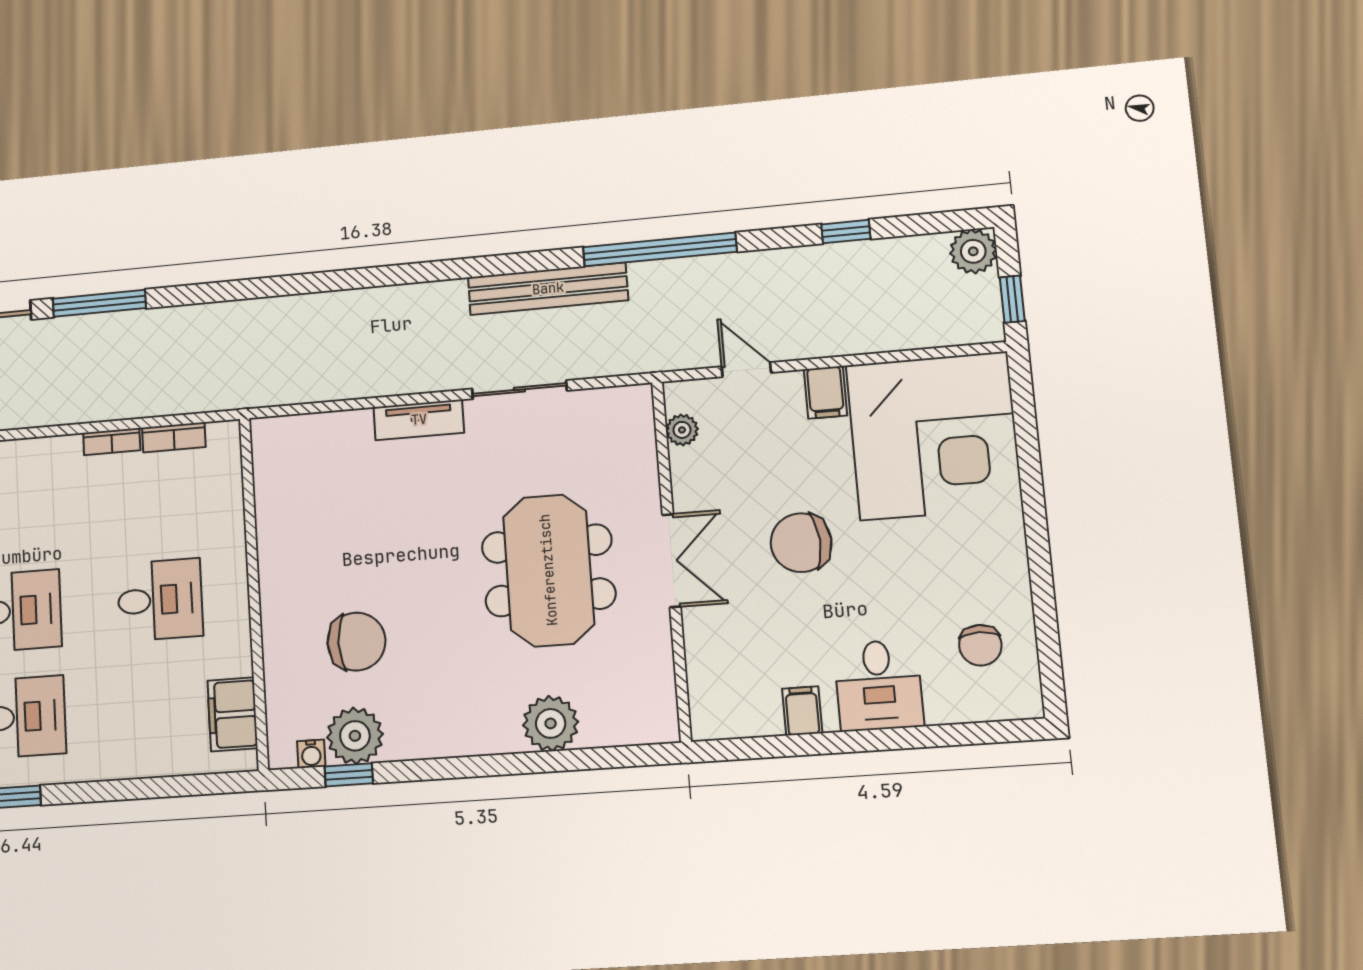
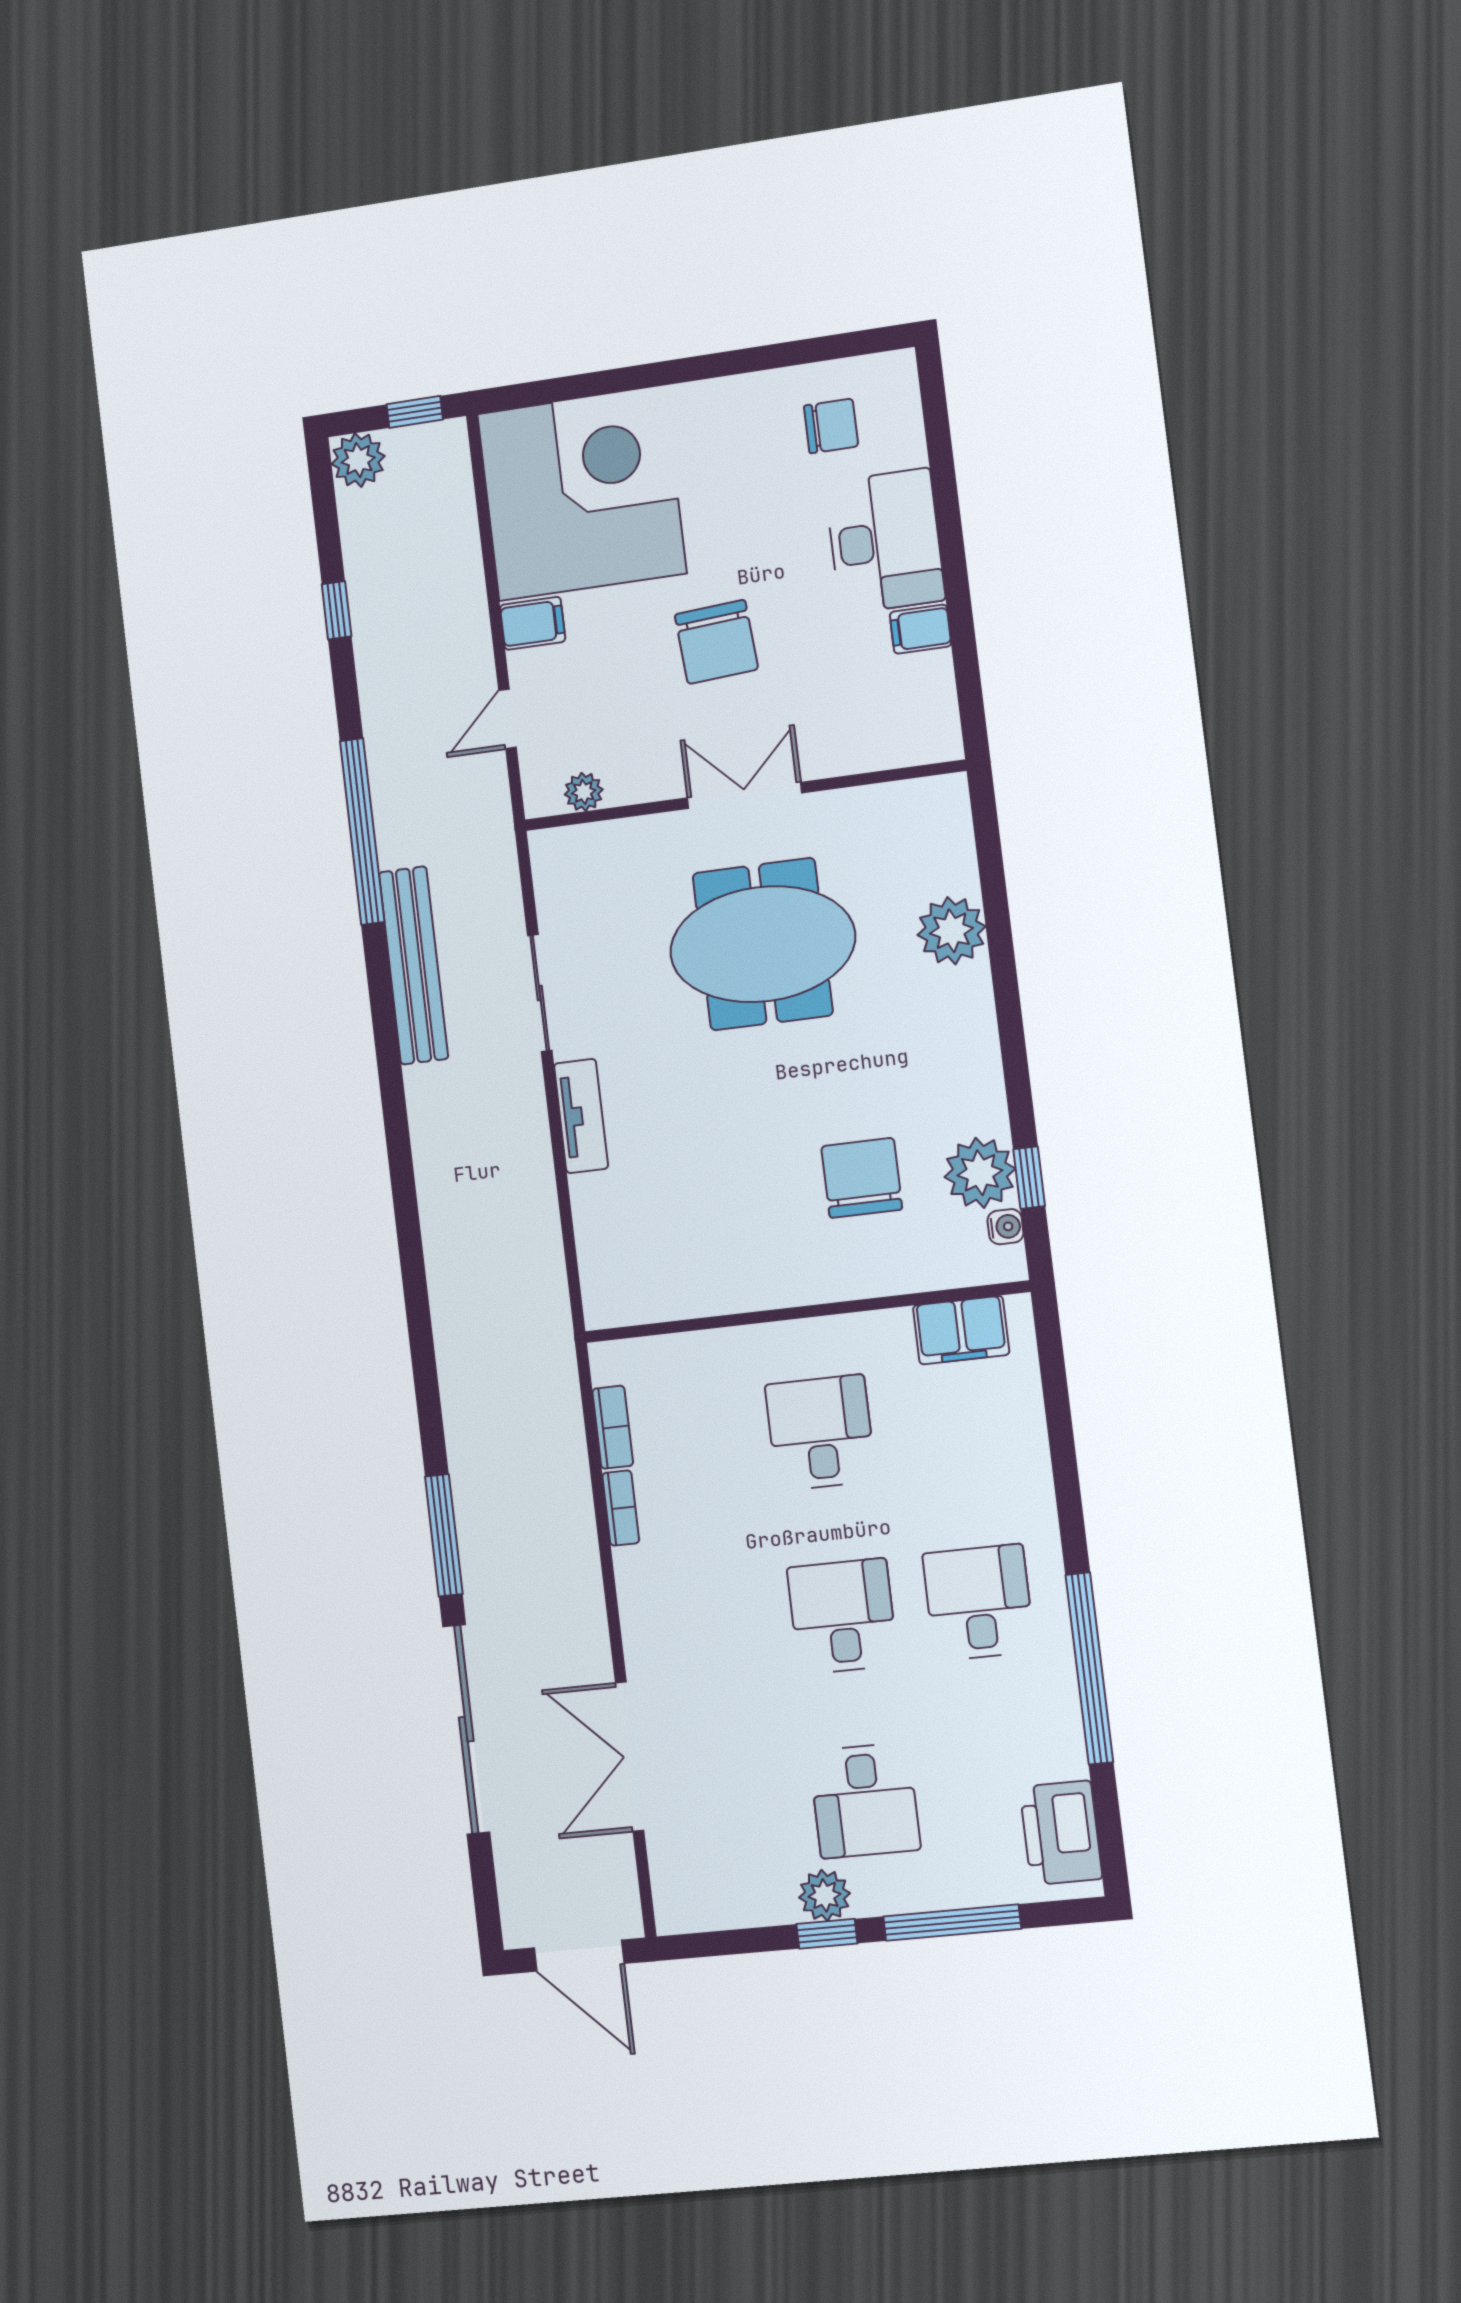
desk: (879, 685) -> (885, 541), width x1.37

